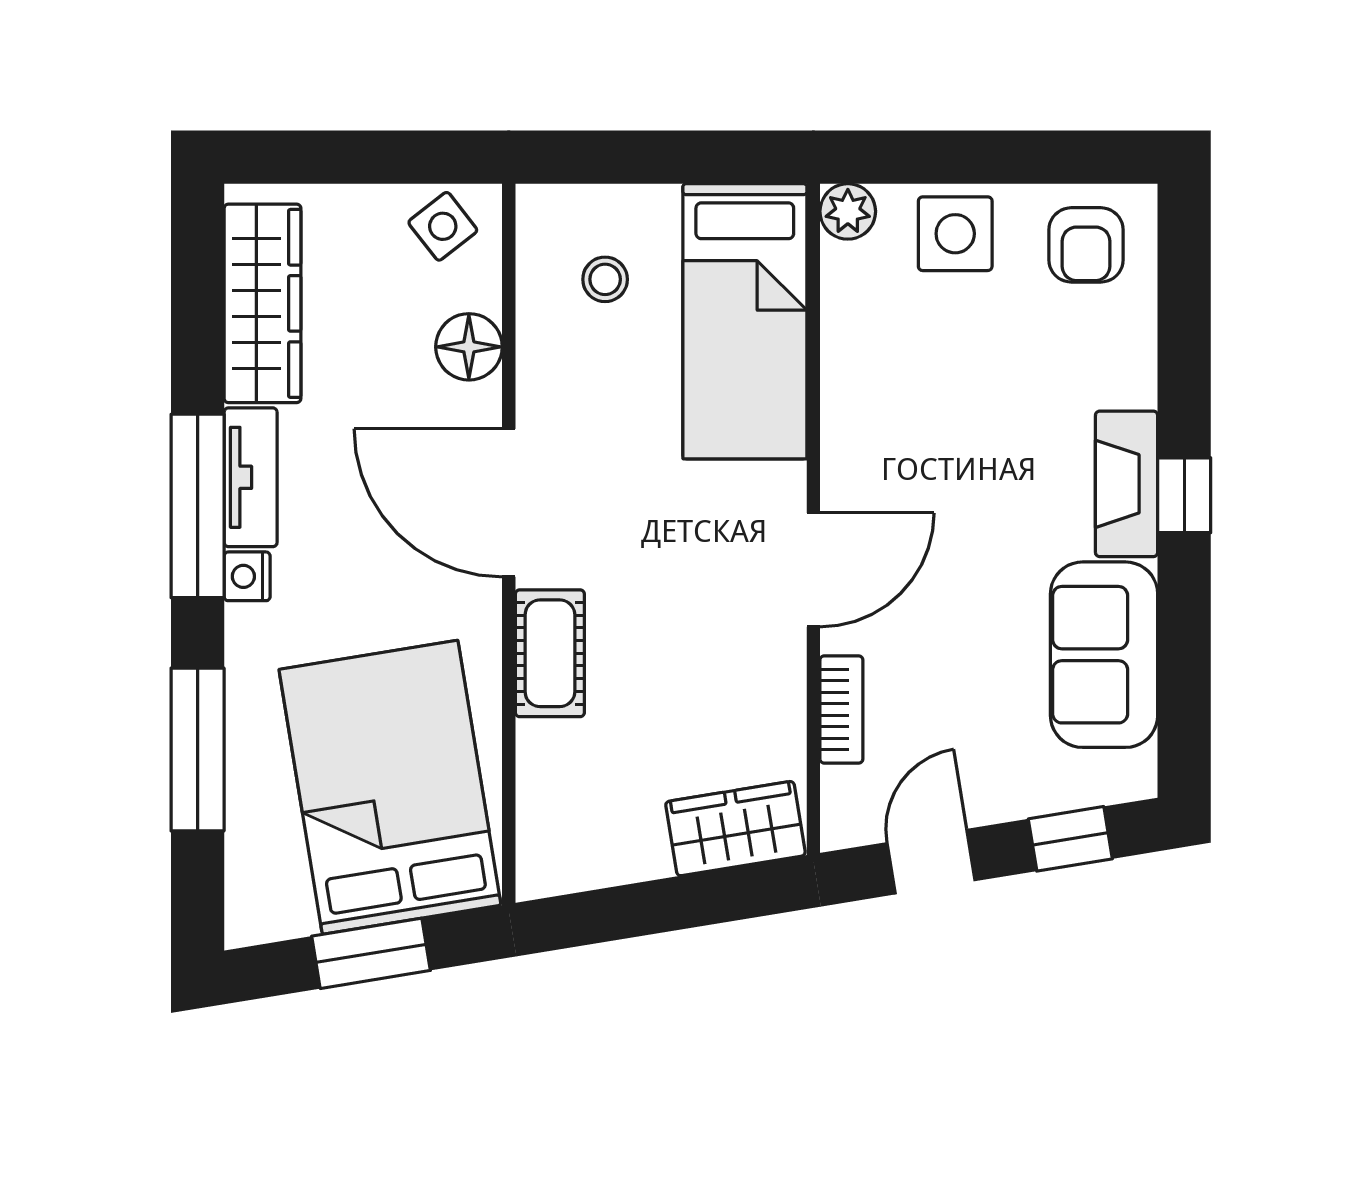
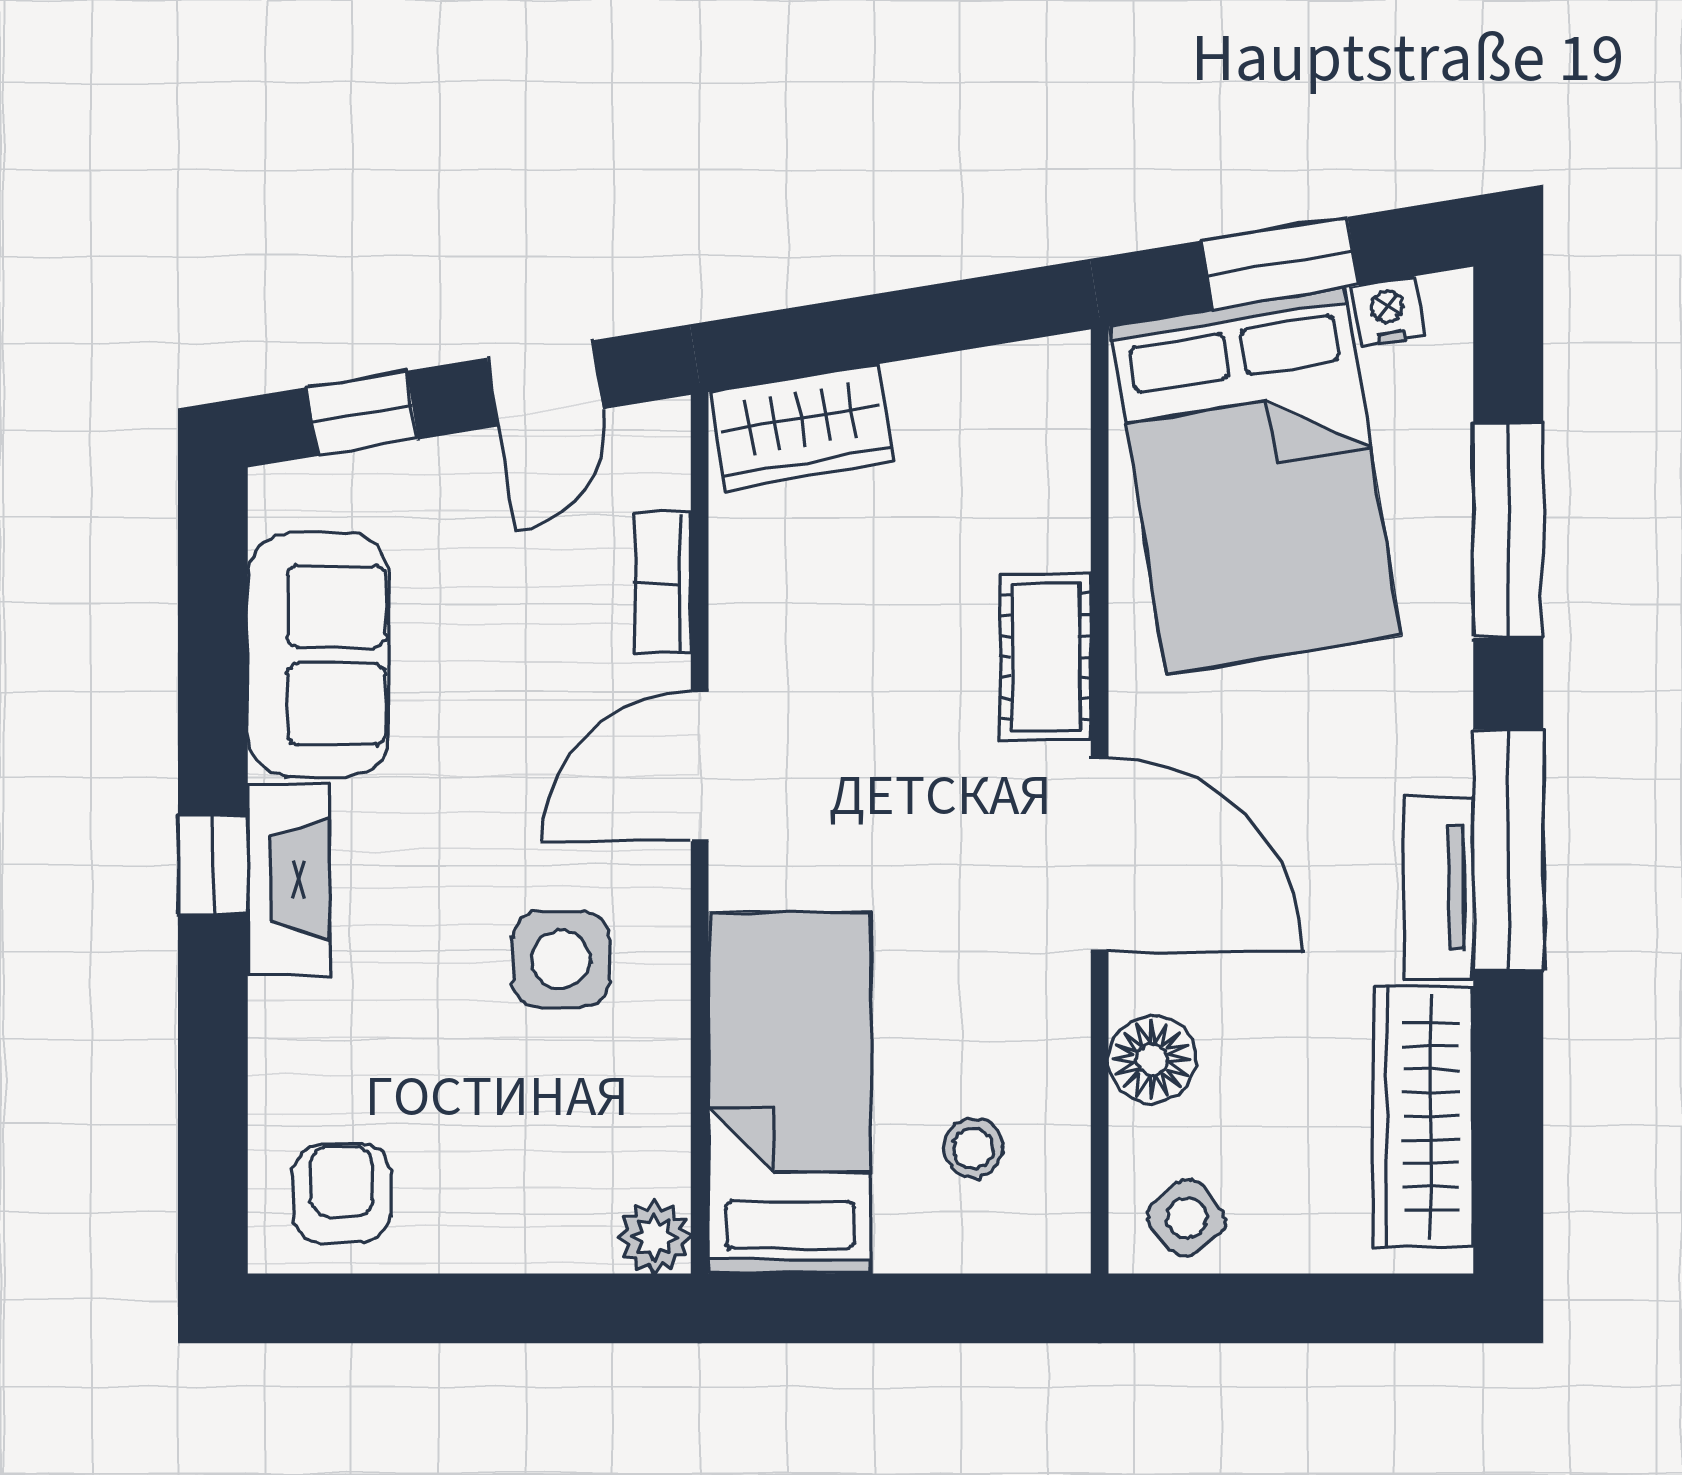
side table: (955, 234) -> (561, 959), moved
nightstand: (247, 576) -> (1388, 311), moved, turned -99

